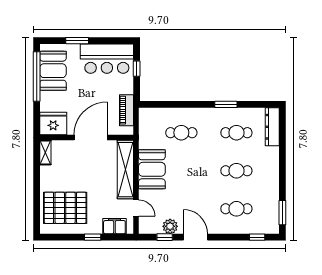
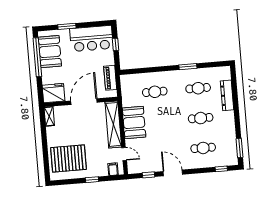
dresser: (272, 127) -> (227, 95), moved
filing cabinet: (114, 226) -> (113, 169), width x0.50
plant: (170, 226) -> (152, 166), removed

